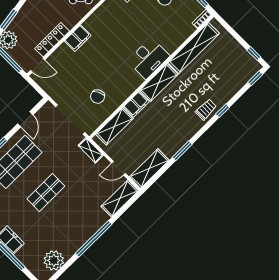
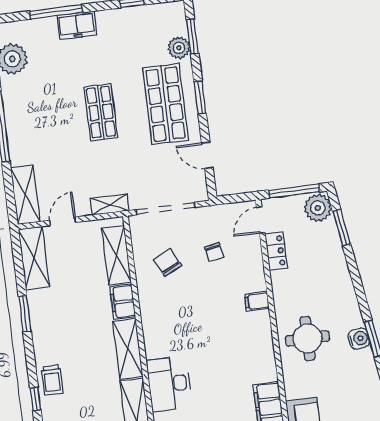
filing cabinet: (78, 38) -> (257, 301), width x0.50
locker: (52, 40) -> (276, 251), width x0.66
desk: (149, 58) -> (169, 384), moved
chair: (73, 76) -> (214, 252), added

